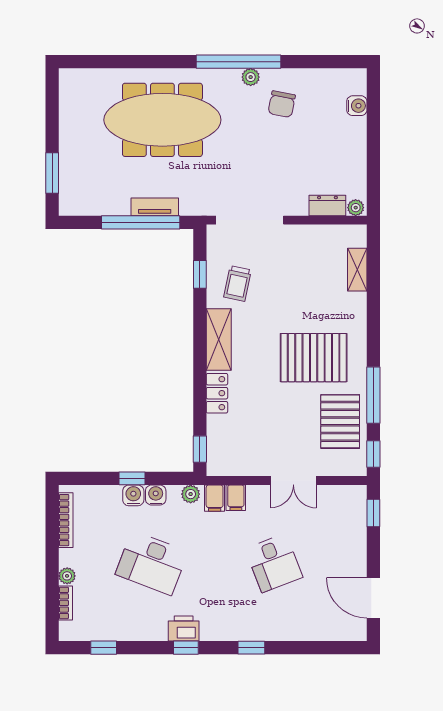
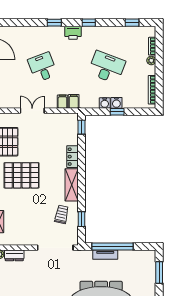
plant: (191, 494) -> (86, 104), removed
printer: (184, 629) -> (73, 33), moved

